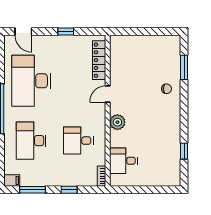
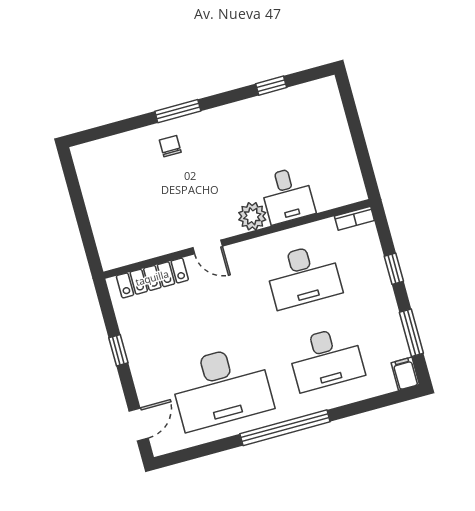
window: (184, 67) -> (178, 111), moved
desk: (78, 141) -> (303, 276), width x1.37
desk: (123, 161) -> (287, 195), moved

